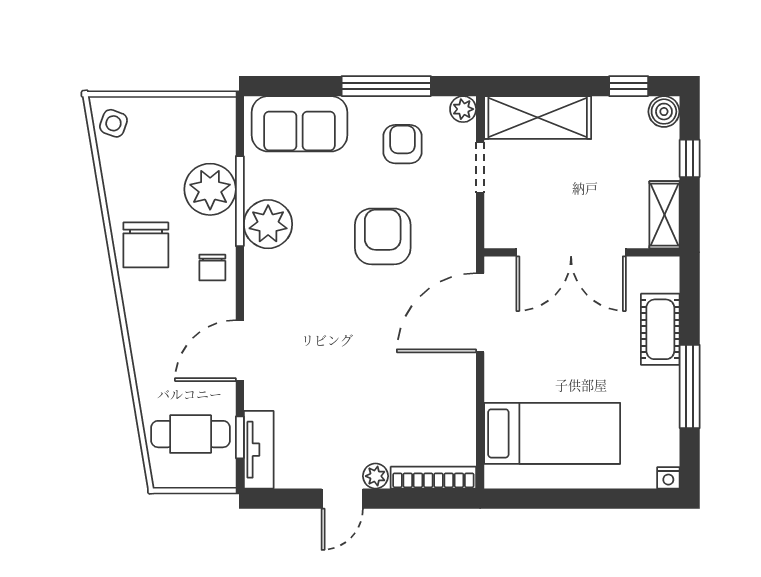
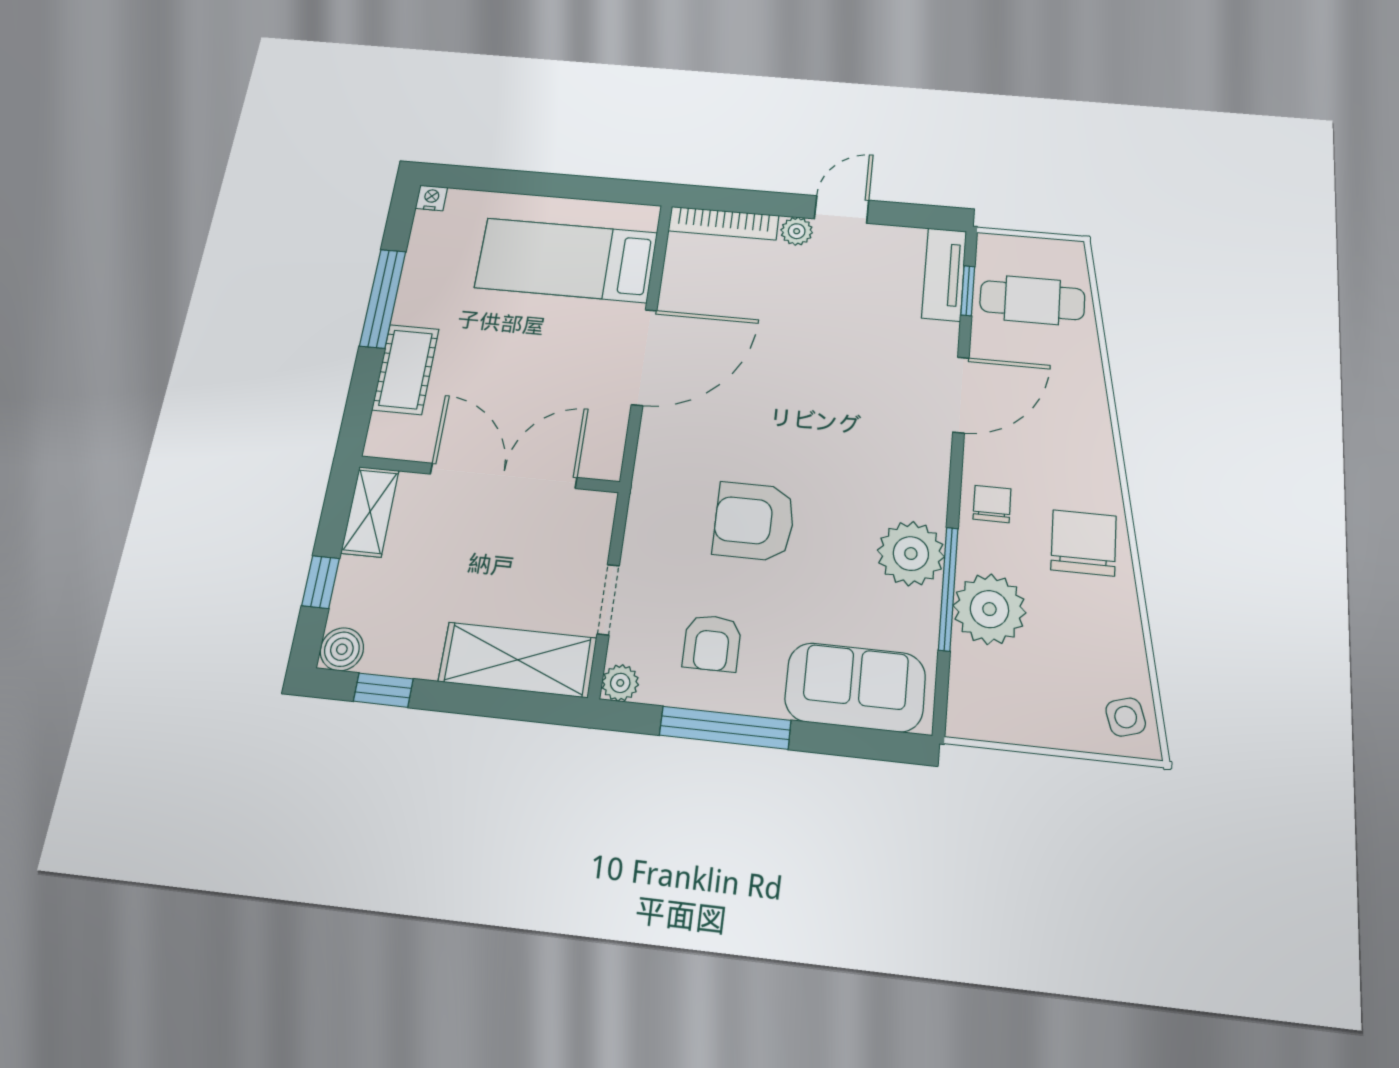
side table: (113, 123) -> (1126, 717), turned -37
armchair: (383, 236) -> (754, 521), turned 90
door: (480, 313) -> (644, 357), moved

